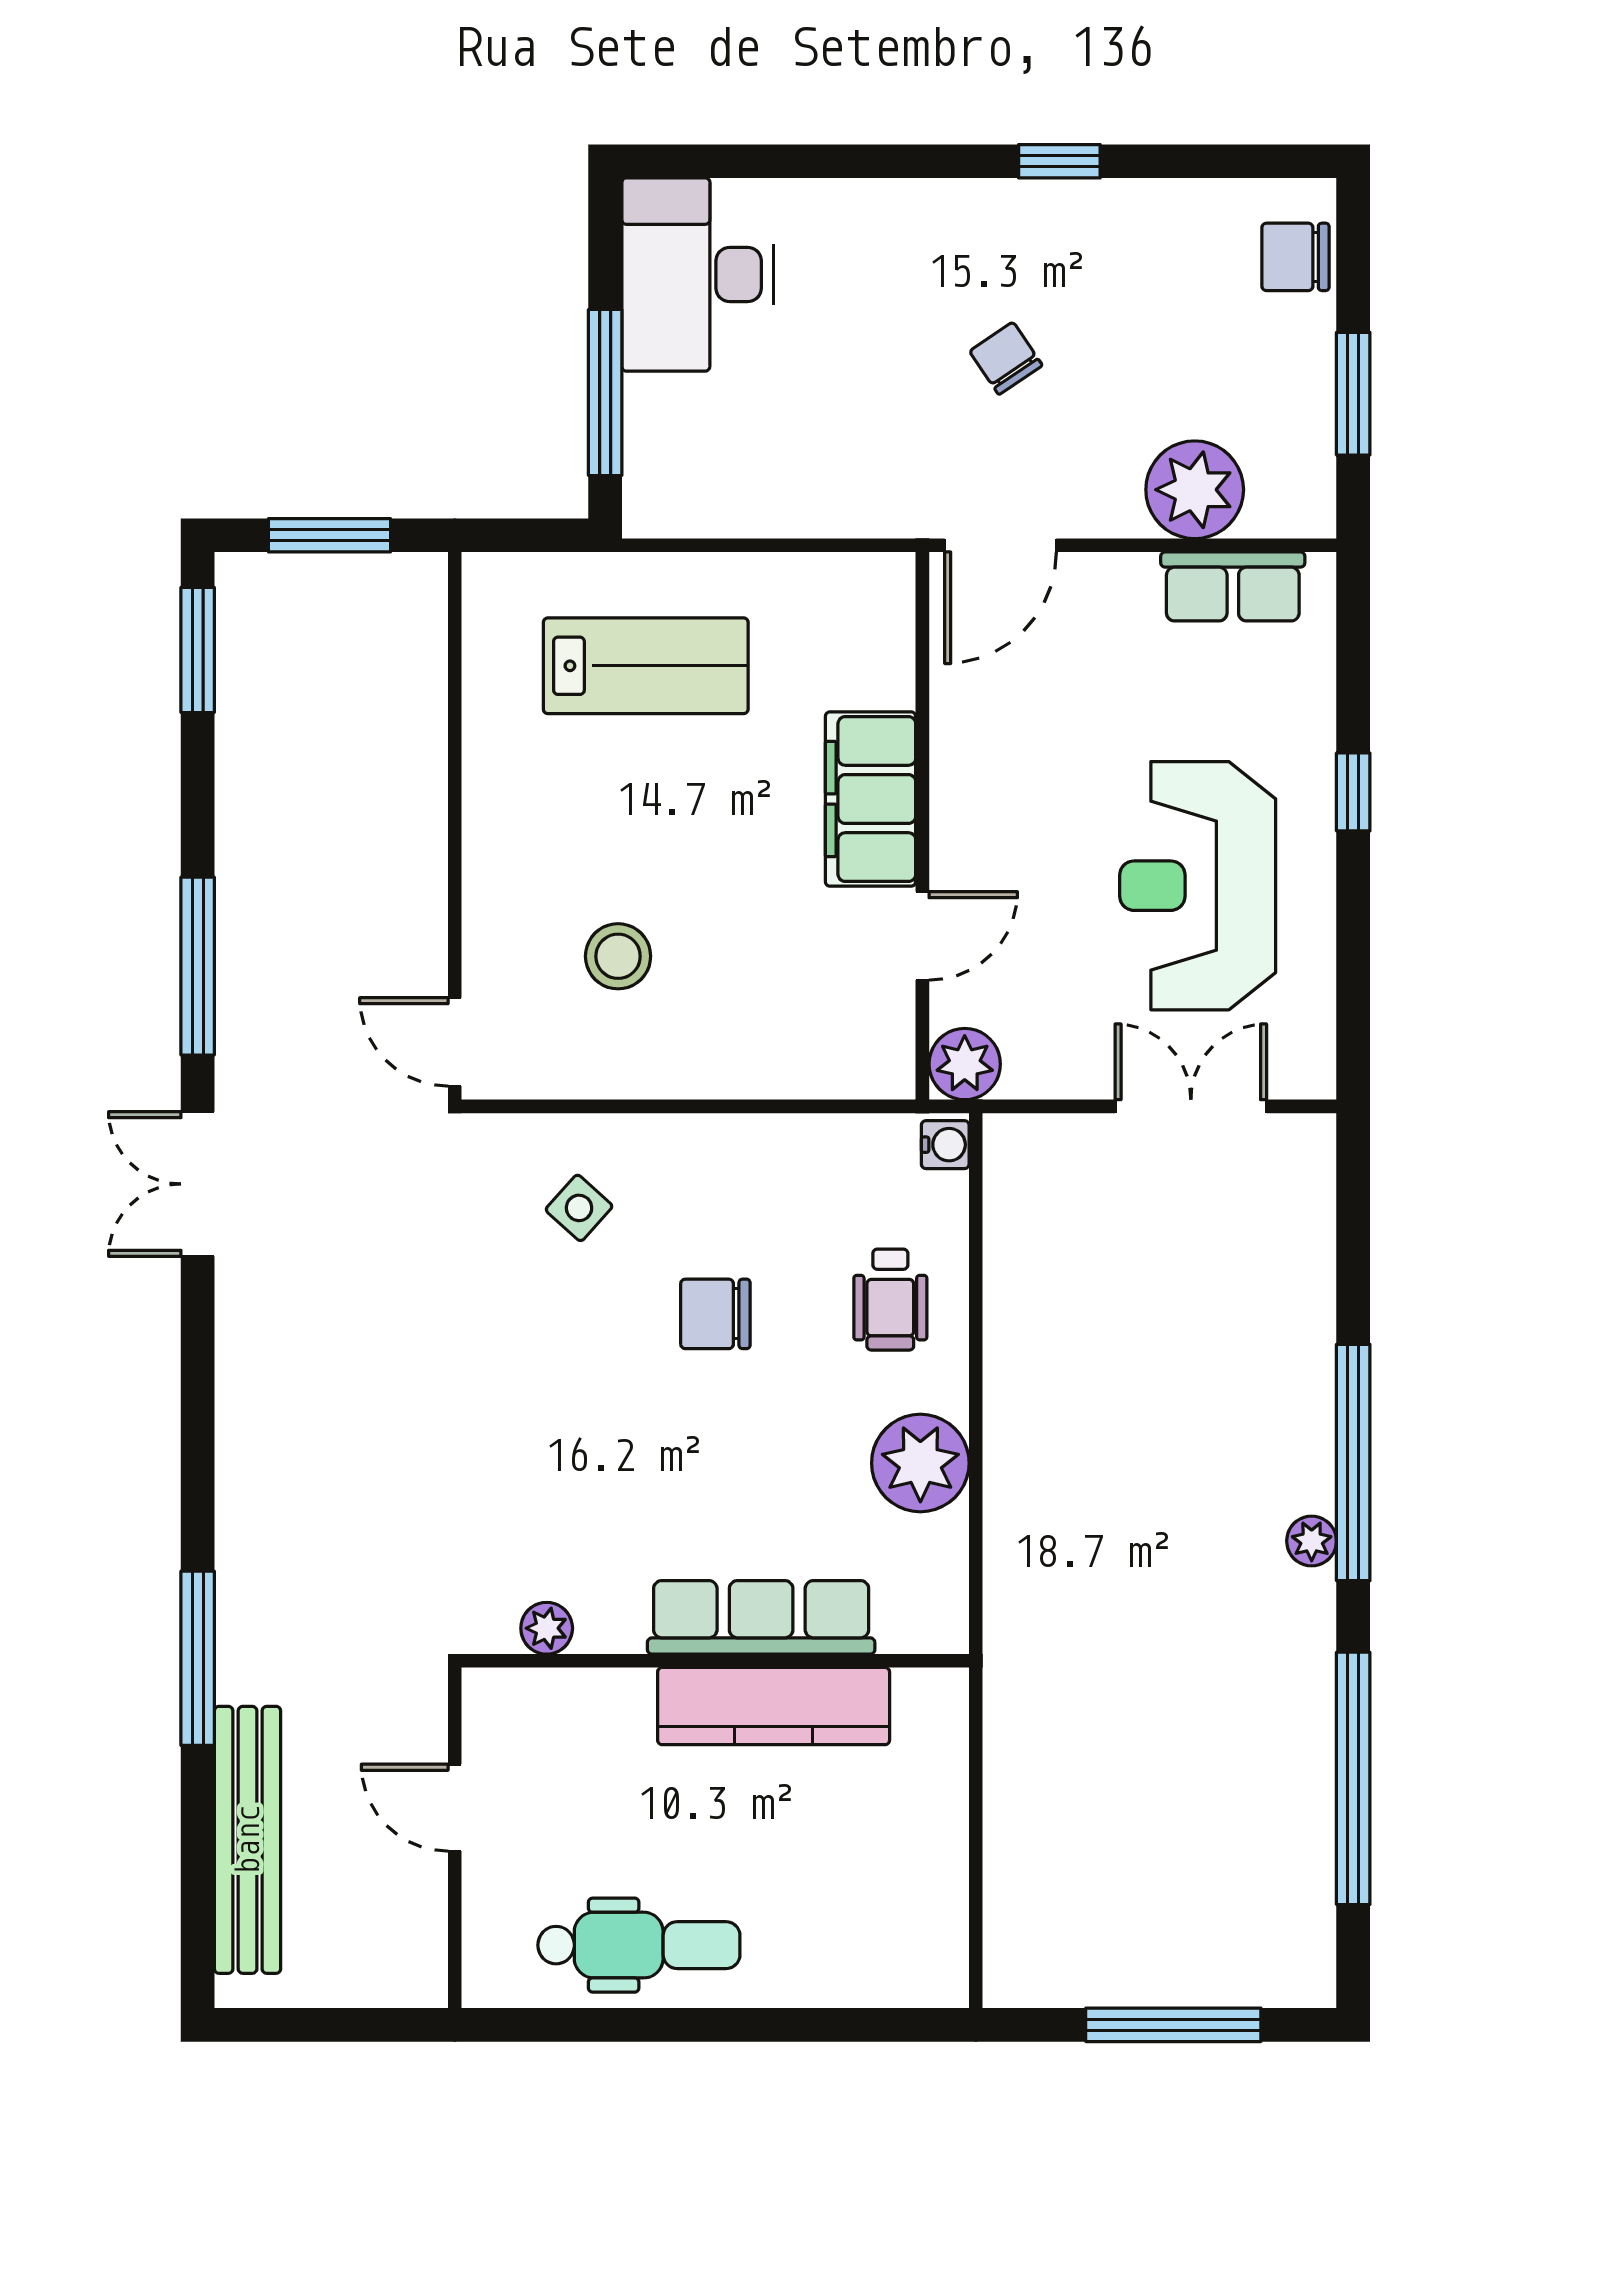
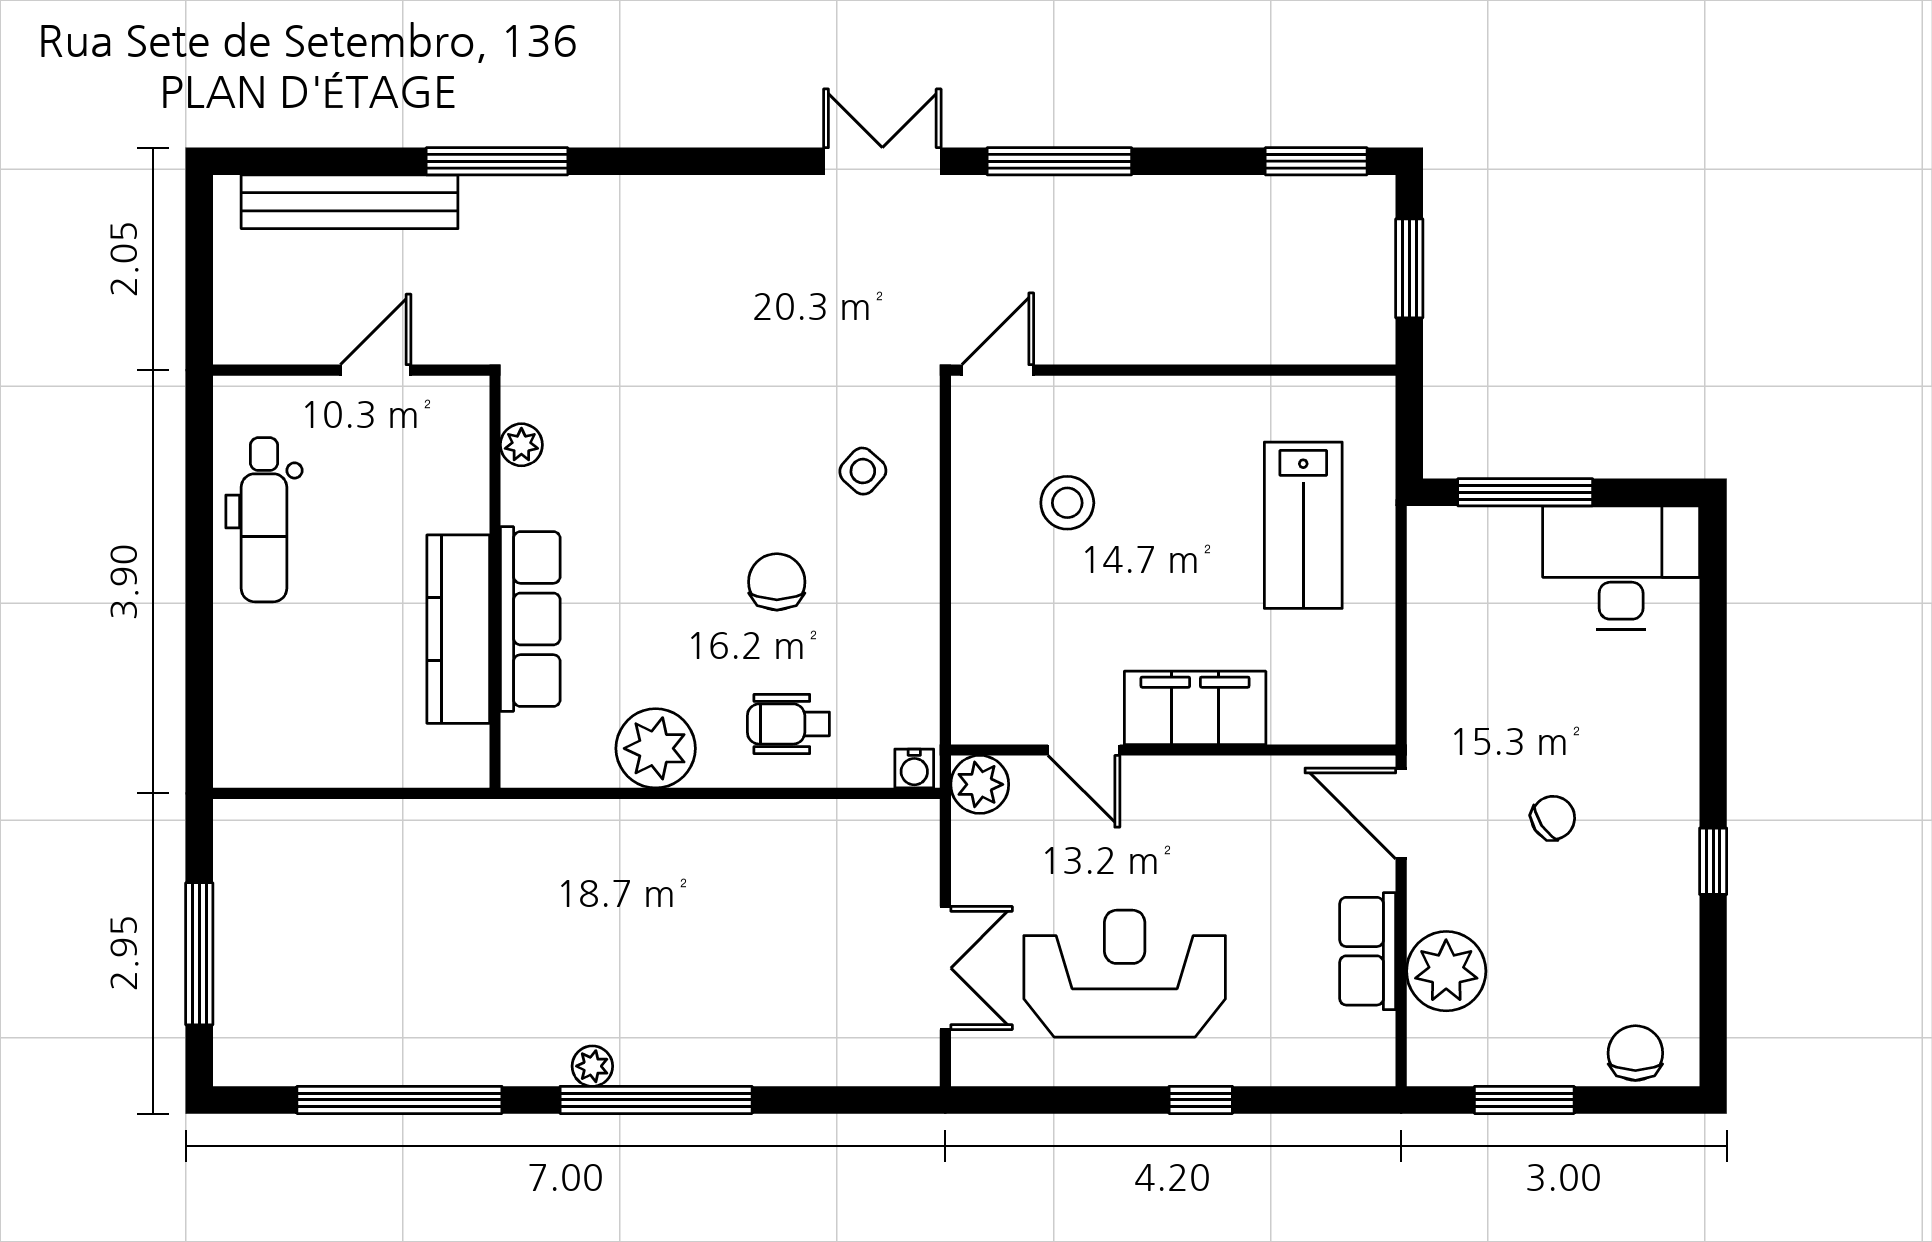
row of seats: (1233, 586) -> (1368, 951), moved

